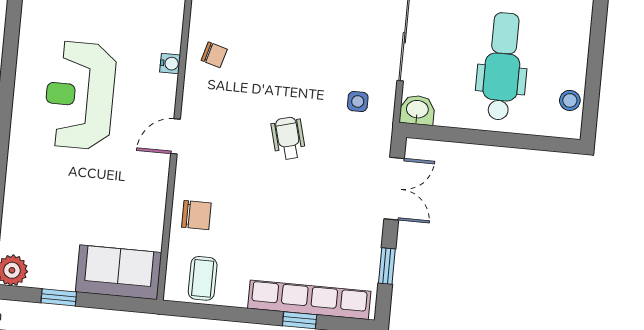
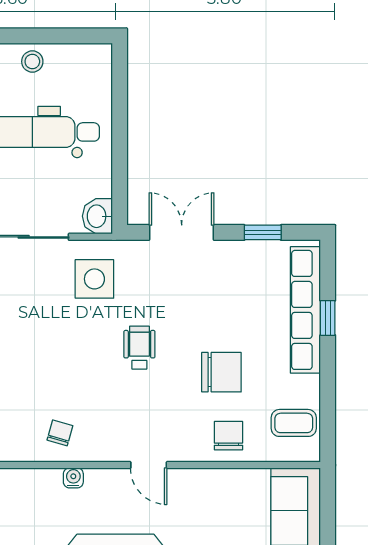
stool: (570, 100) -> (32, 62), moved
side table: (358, 101) -> (94, 279), width x1.87, depth x1.87
wheelchair: (288, 138) -> (139, 348), turned 105
chair: (257, 214) -> (221, 372), added

